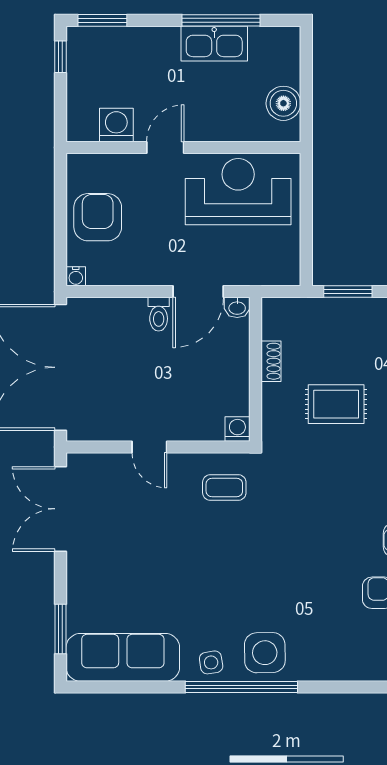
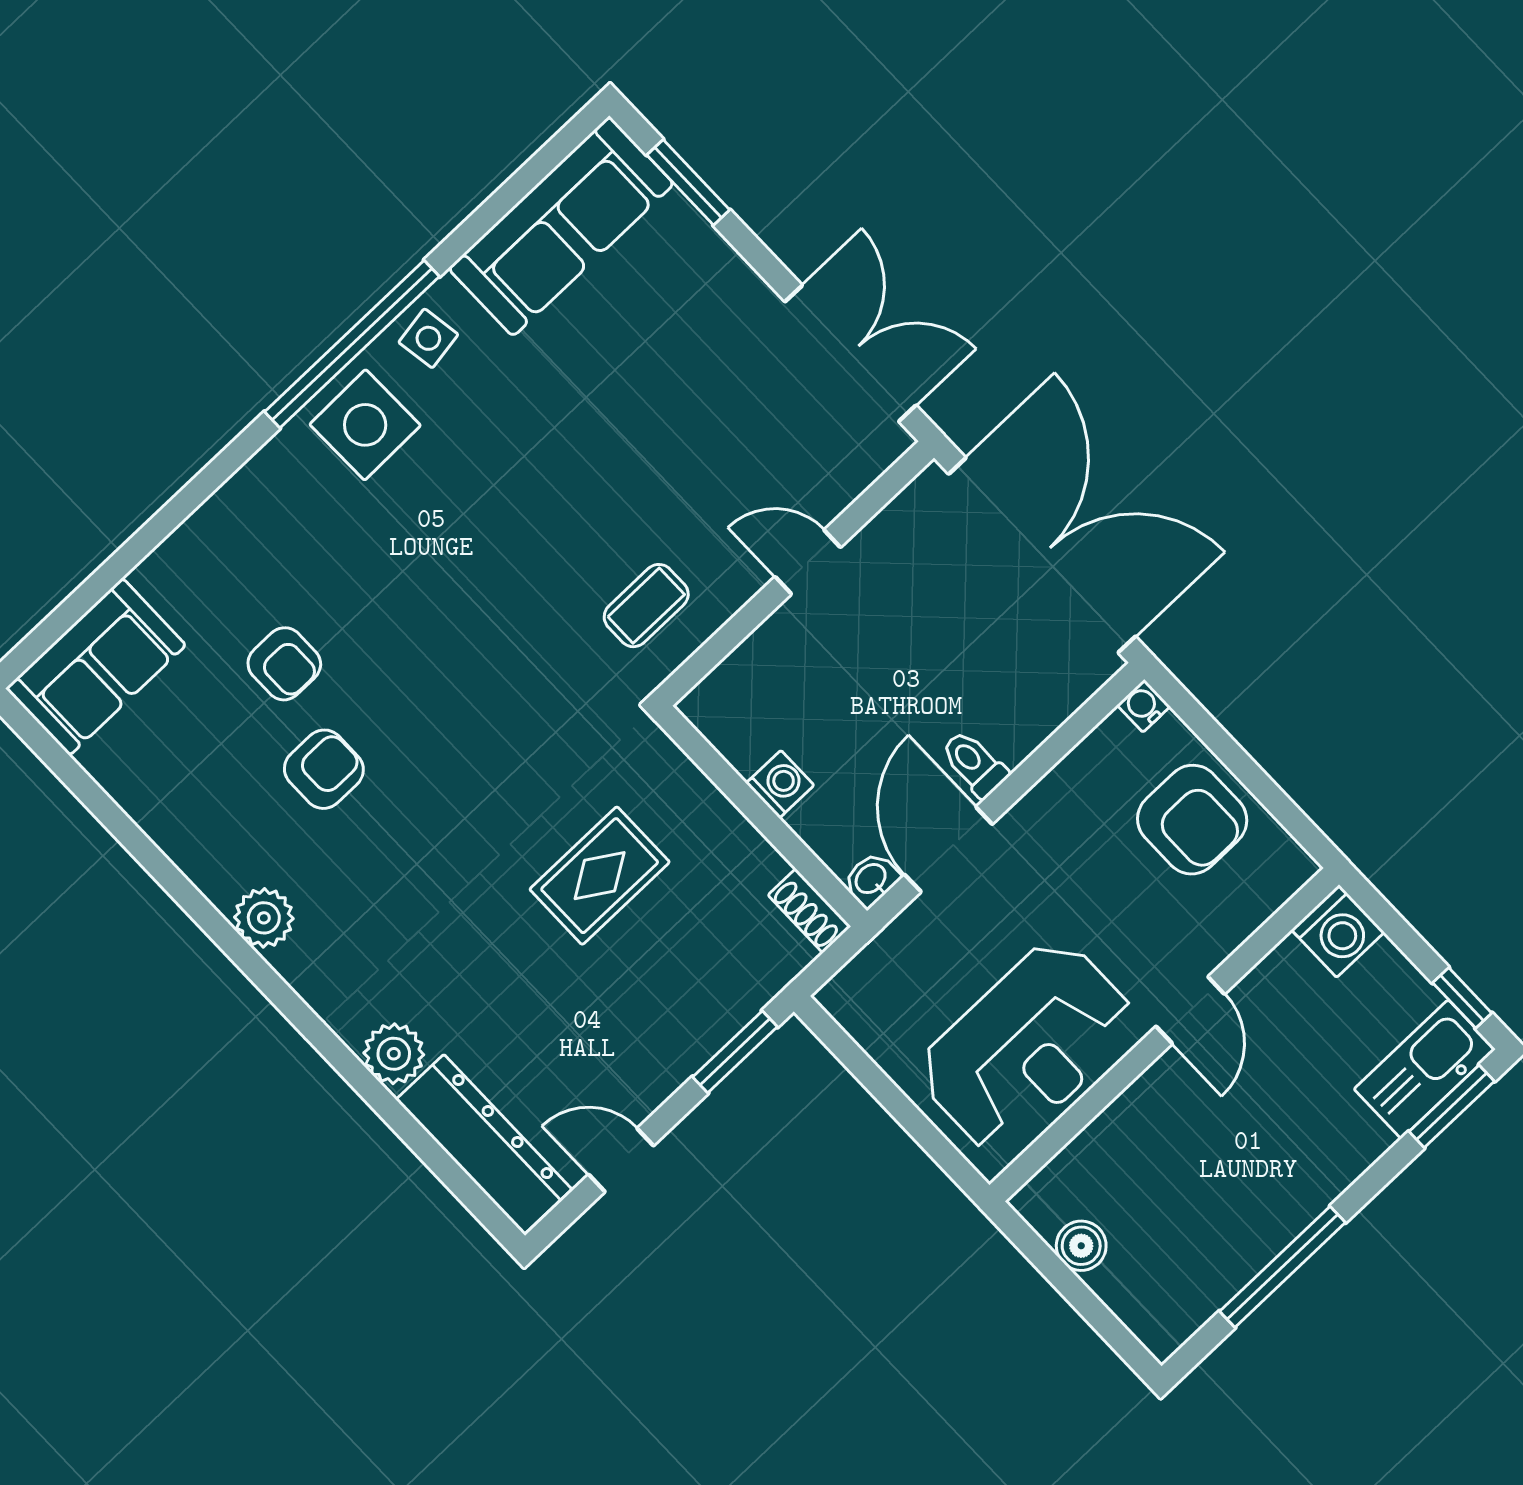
kitchen sink: (214, 44) -> (1425, 1069), moved
boiler: (283, 103) -> (1081, 1246), width x0.73, depth x0.73
washing machine: (116, 125) -> (1338, 931), moved
shoe rack: (271, 361) -> (809, 911), moved
washing machine: (237, 429) -> (780, 784), moved, turned -90

